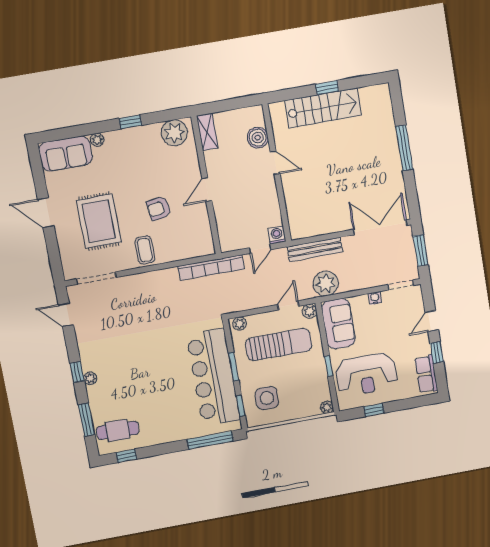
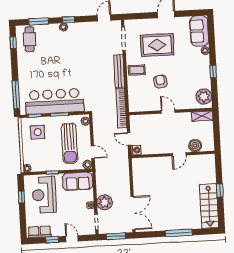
stairs: (323, 108) -> (209, 206), moved
bench: (315, 249) -> (119, 71), moved
plant: (326, 283) -> (105, 202), moved

